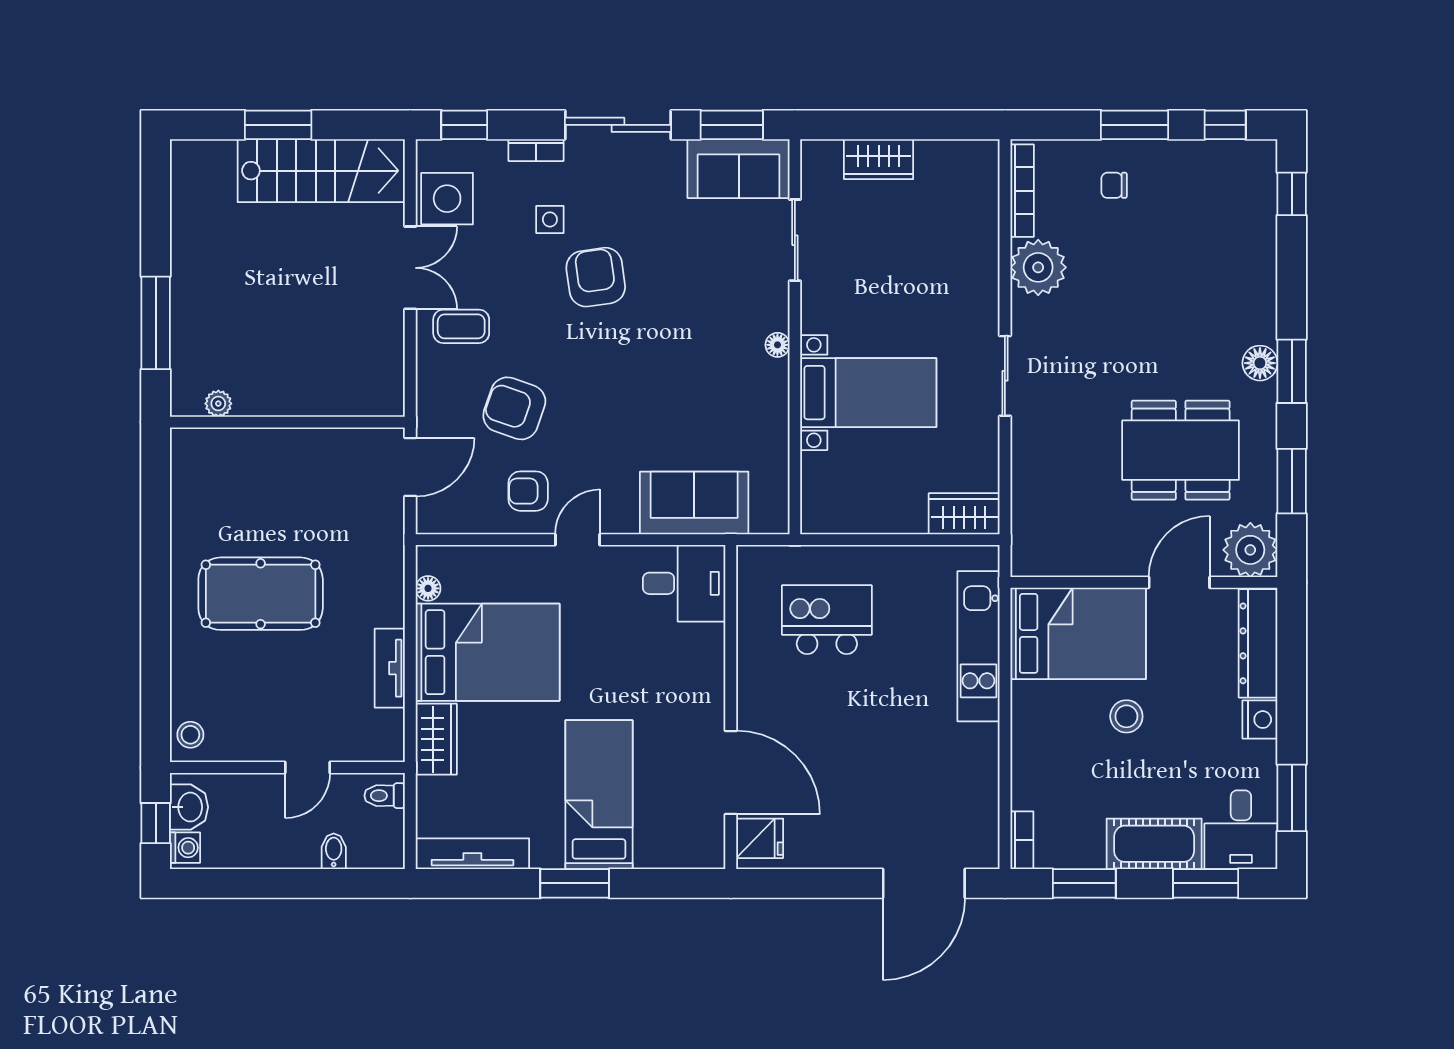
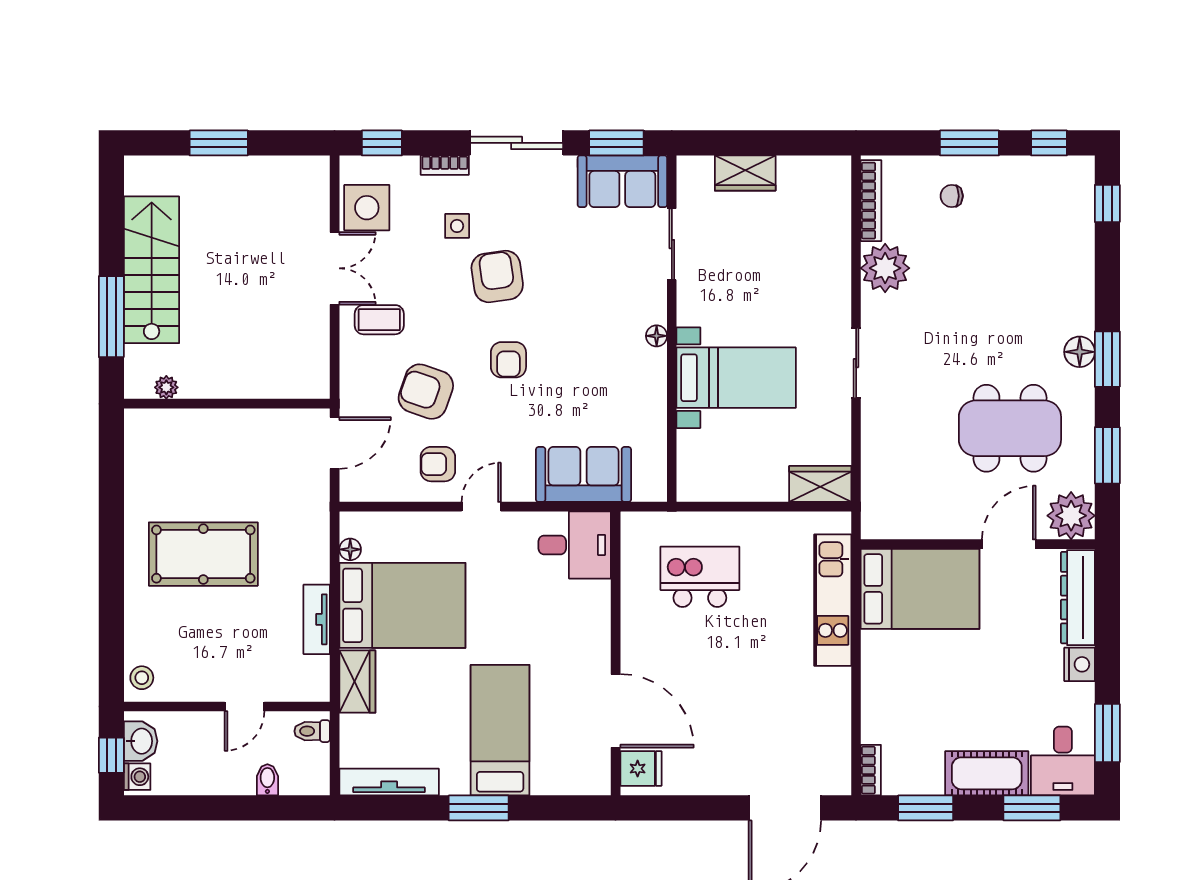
stairs: (321, 171) -> (152, 270), moved, turned -90
armchair: (609, 372) -> (508, 360), added
stool: (1126, 716) -> (962, 662), removed

